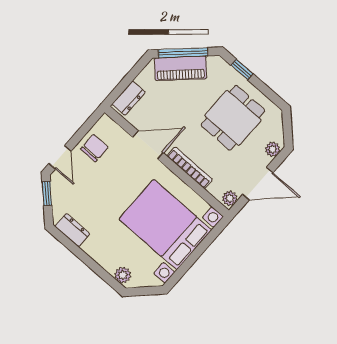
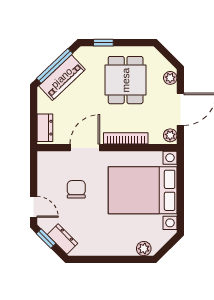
chair: (94, 148) -> (76, 189), moved
dresser: (72, 230) -> (63, 239), moved, turned 45

